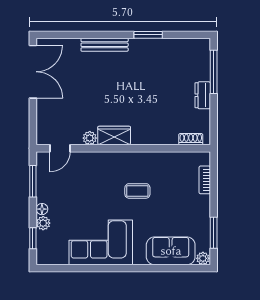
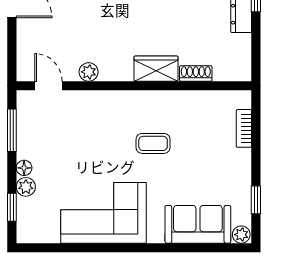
wardrobe: (114, 136) -> (156, 69), moved
shoe rack: (191, 139) -> (196, 73), moved
door: (60, 148) -> (48, 86), swing flipped
window: (214, 233) -> (256, 200), width x0.67

